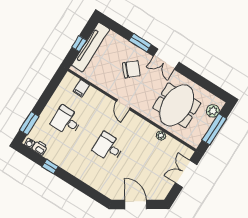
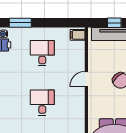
filing cabinet: (81, 88) -> (78, 35), moved
door: (123, 105) -> (86, 79), moved

